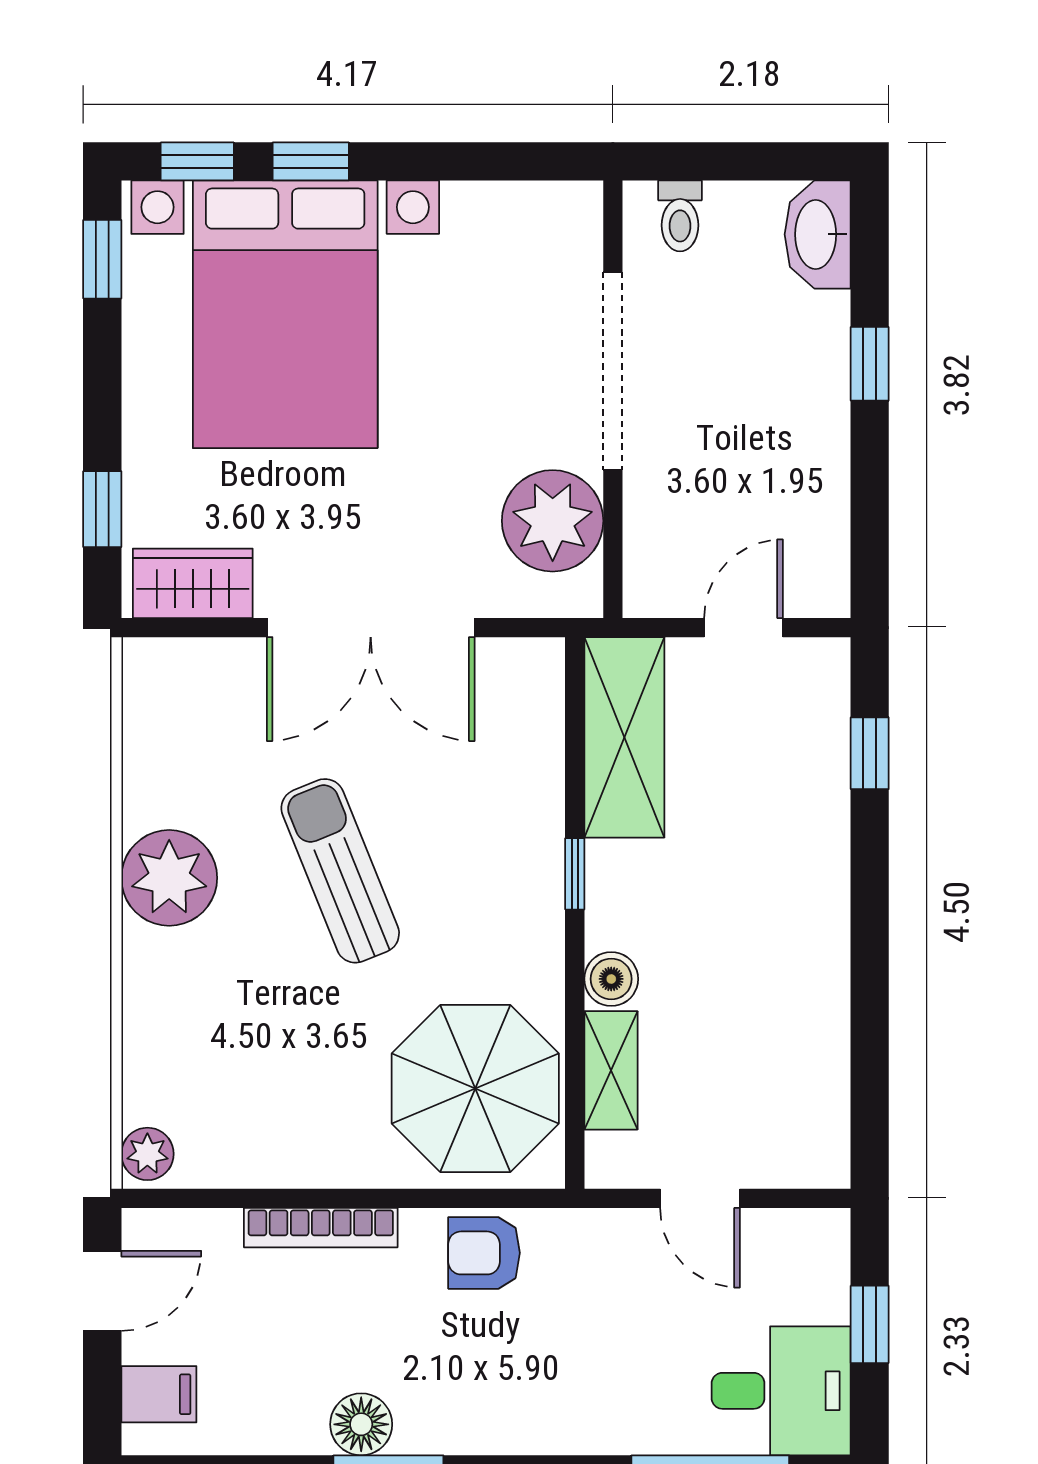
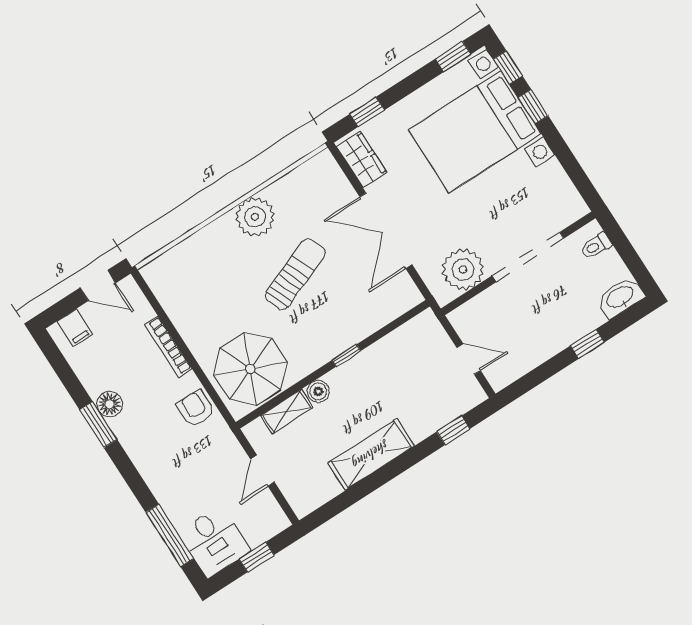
shelving: (624, 737) -> (371, 454), moved
plant: (147, 1154) -> (155, 271), removed

